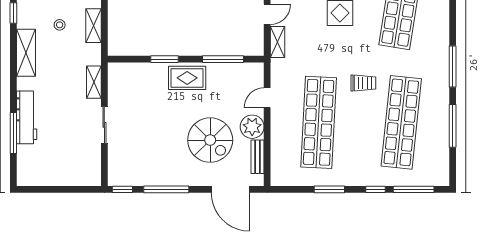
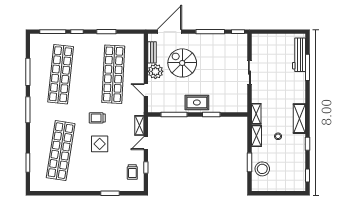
shelving: (94, 82) -> (256, 114), moved
trolley: (363, 83) -> (97, 118), moved
door: (267, 98) -> (146, 90), swing flipped
workbench: (27, 117) -> (299, 55), moved
door: (230, 189) -> (169, 32), hinge flipped

